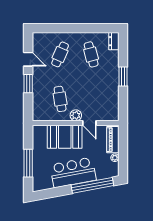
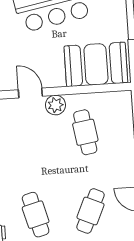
booth: (65, 137) -> (96, 64), moved

